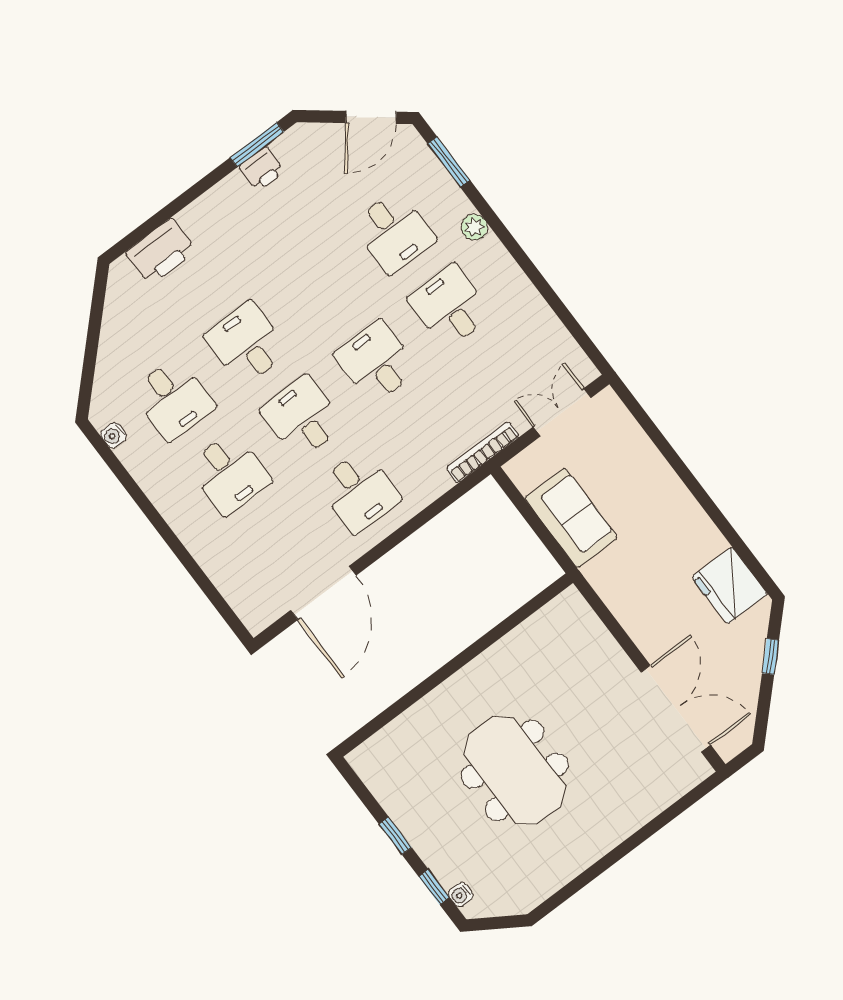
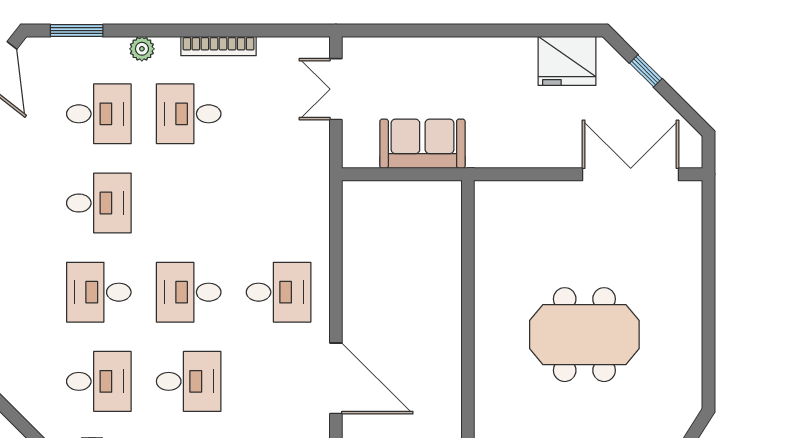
desk: (376, 362) -> (99, 203), moved, turned 180
bookcase: (483, 452) -> (218, 46), moved, turned -90

